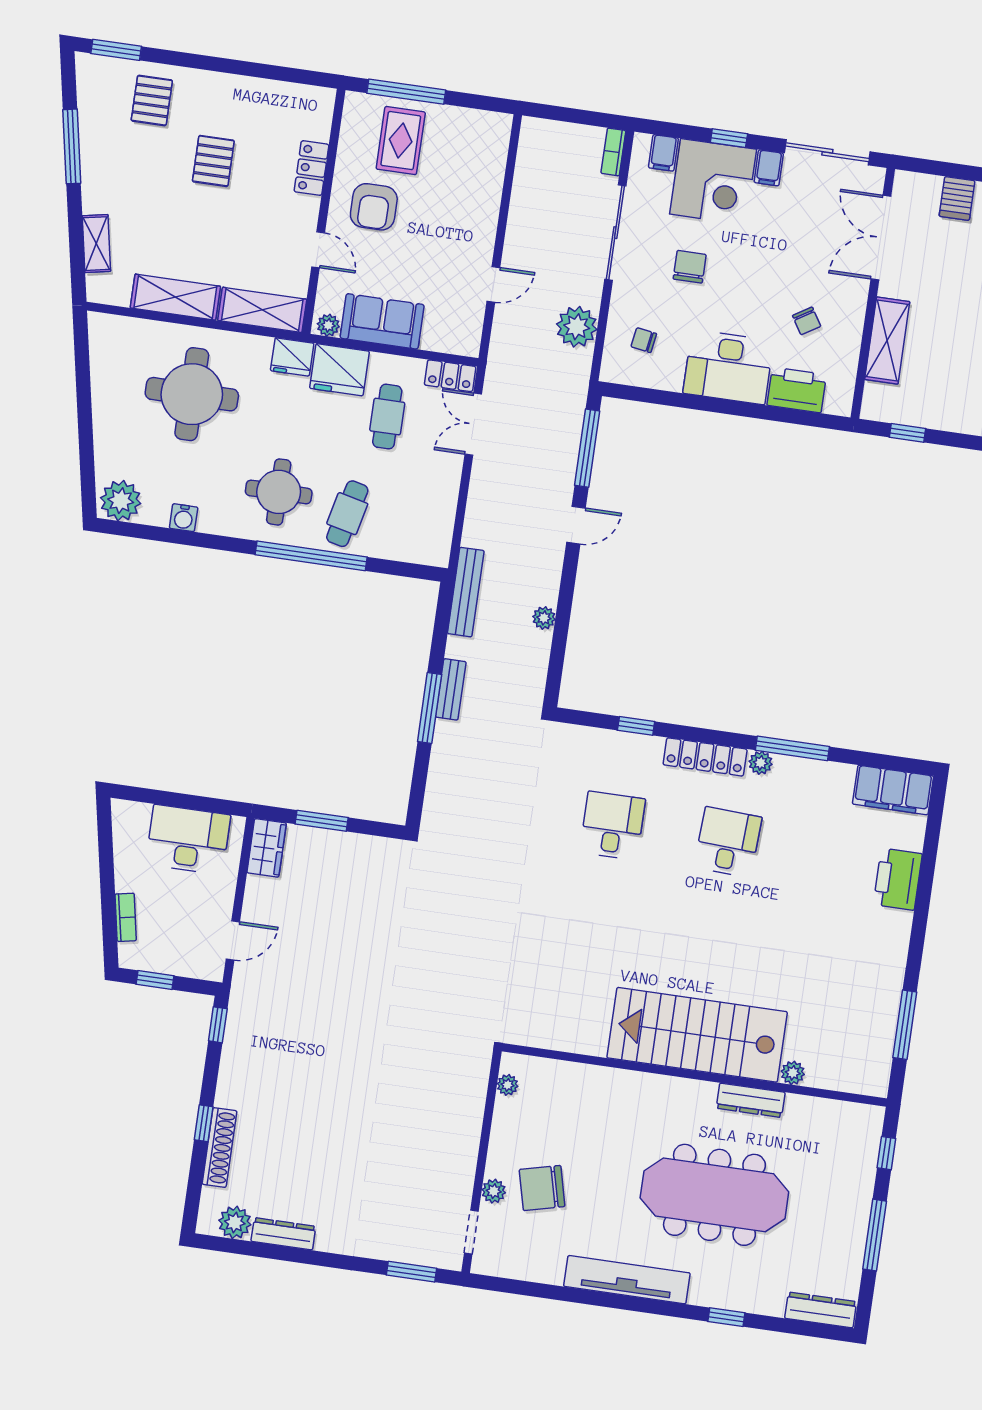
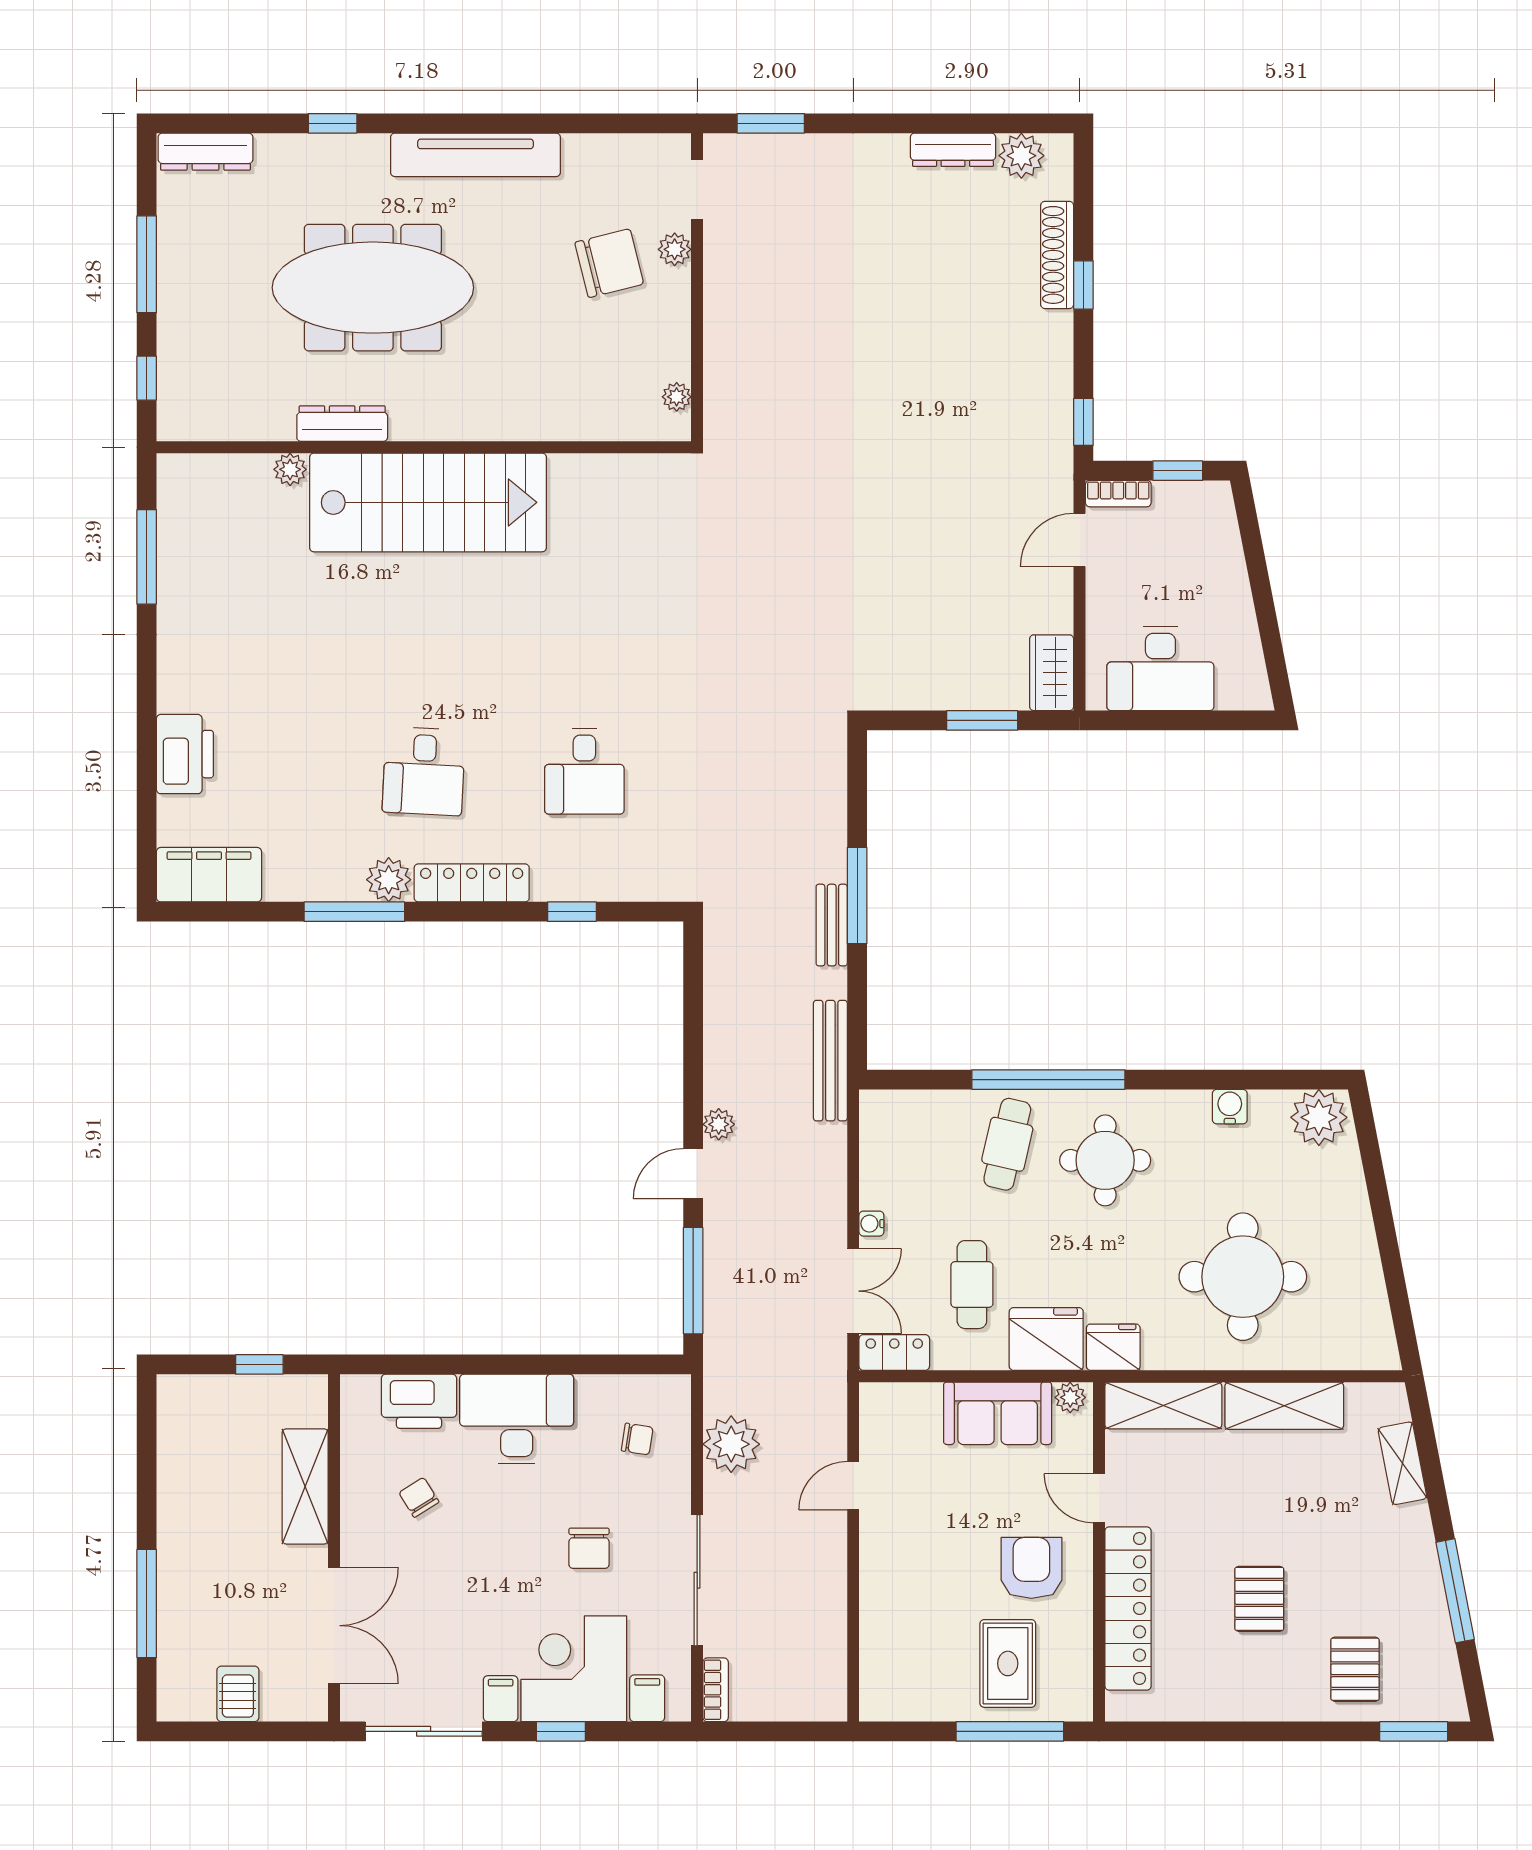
locker: (312, 168) -> (1128, 1608), width x2.16, depth x1.21
water cooler: (453, 471) -> (871, 1224), added
plant: (544, 618) -> (719, 1124), moved
plant: (761, 763) -> (389, 880), width x1.38, depth x1.38
bookcase: (126, 917) -> (1118, 494), moved, turned -79

